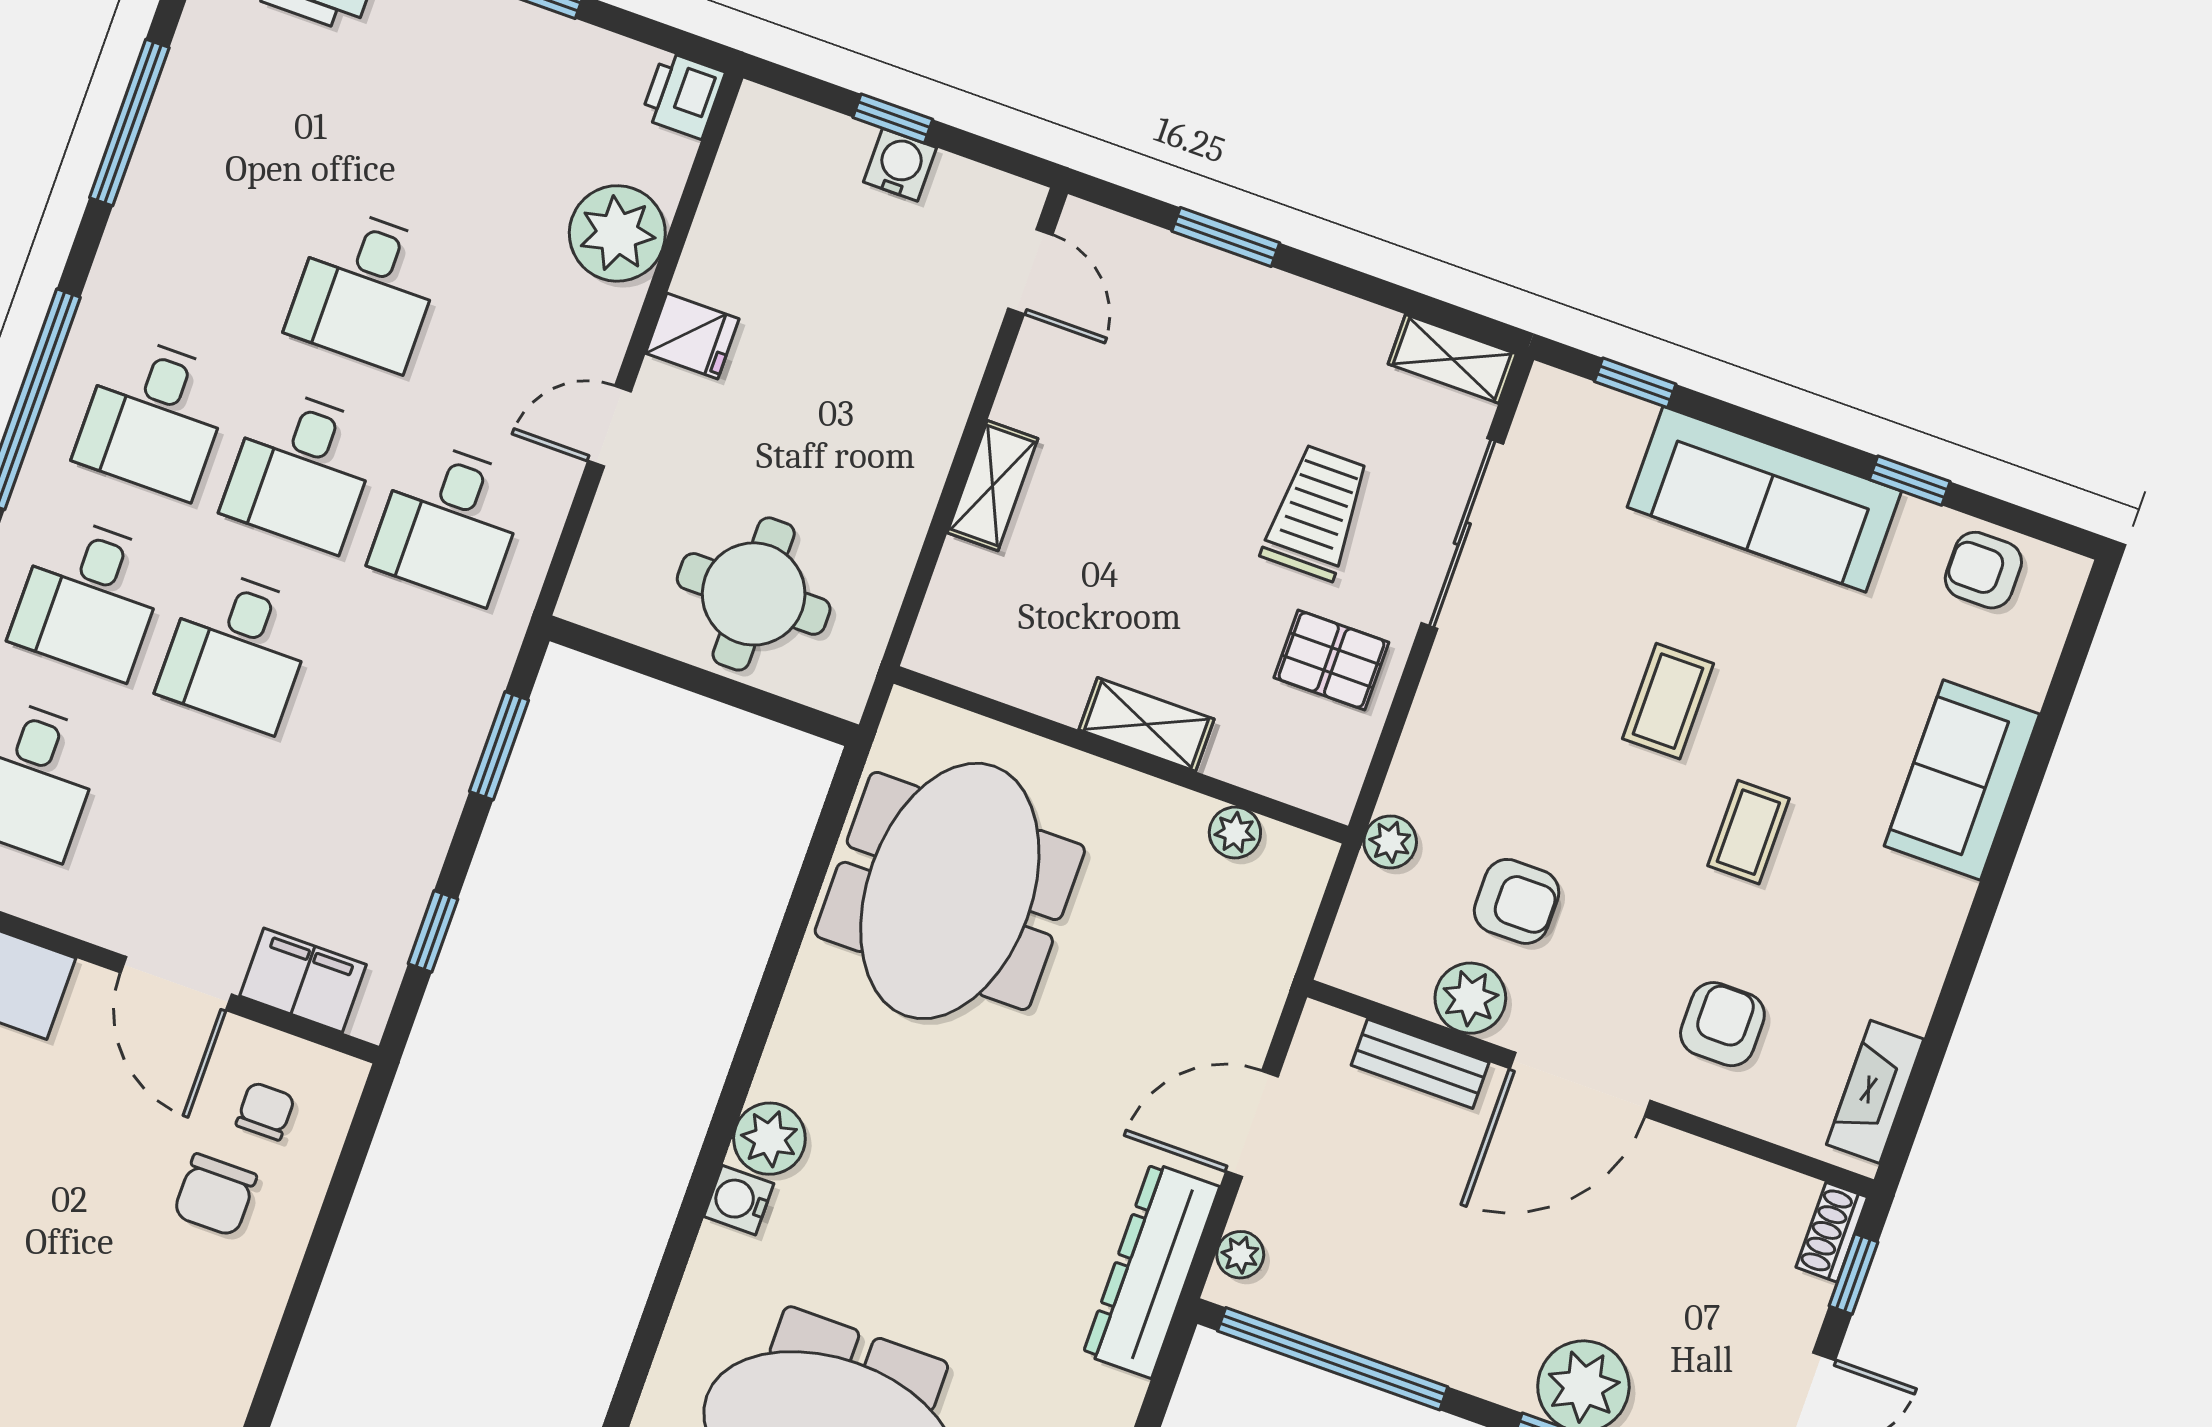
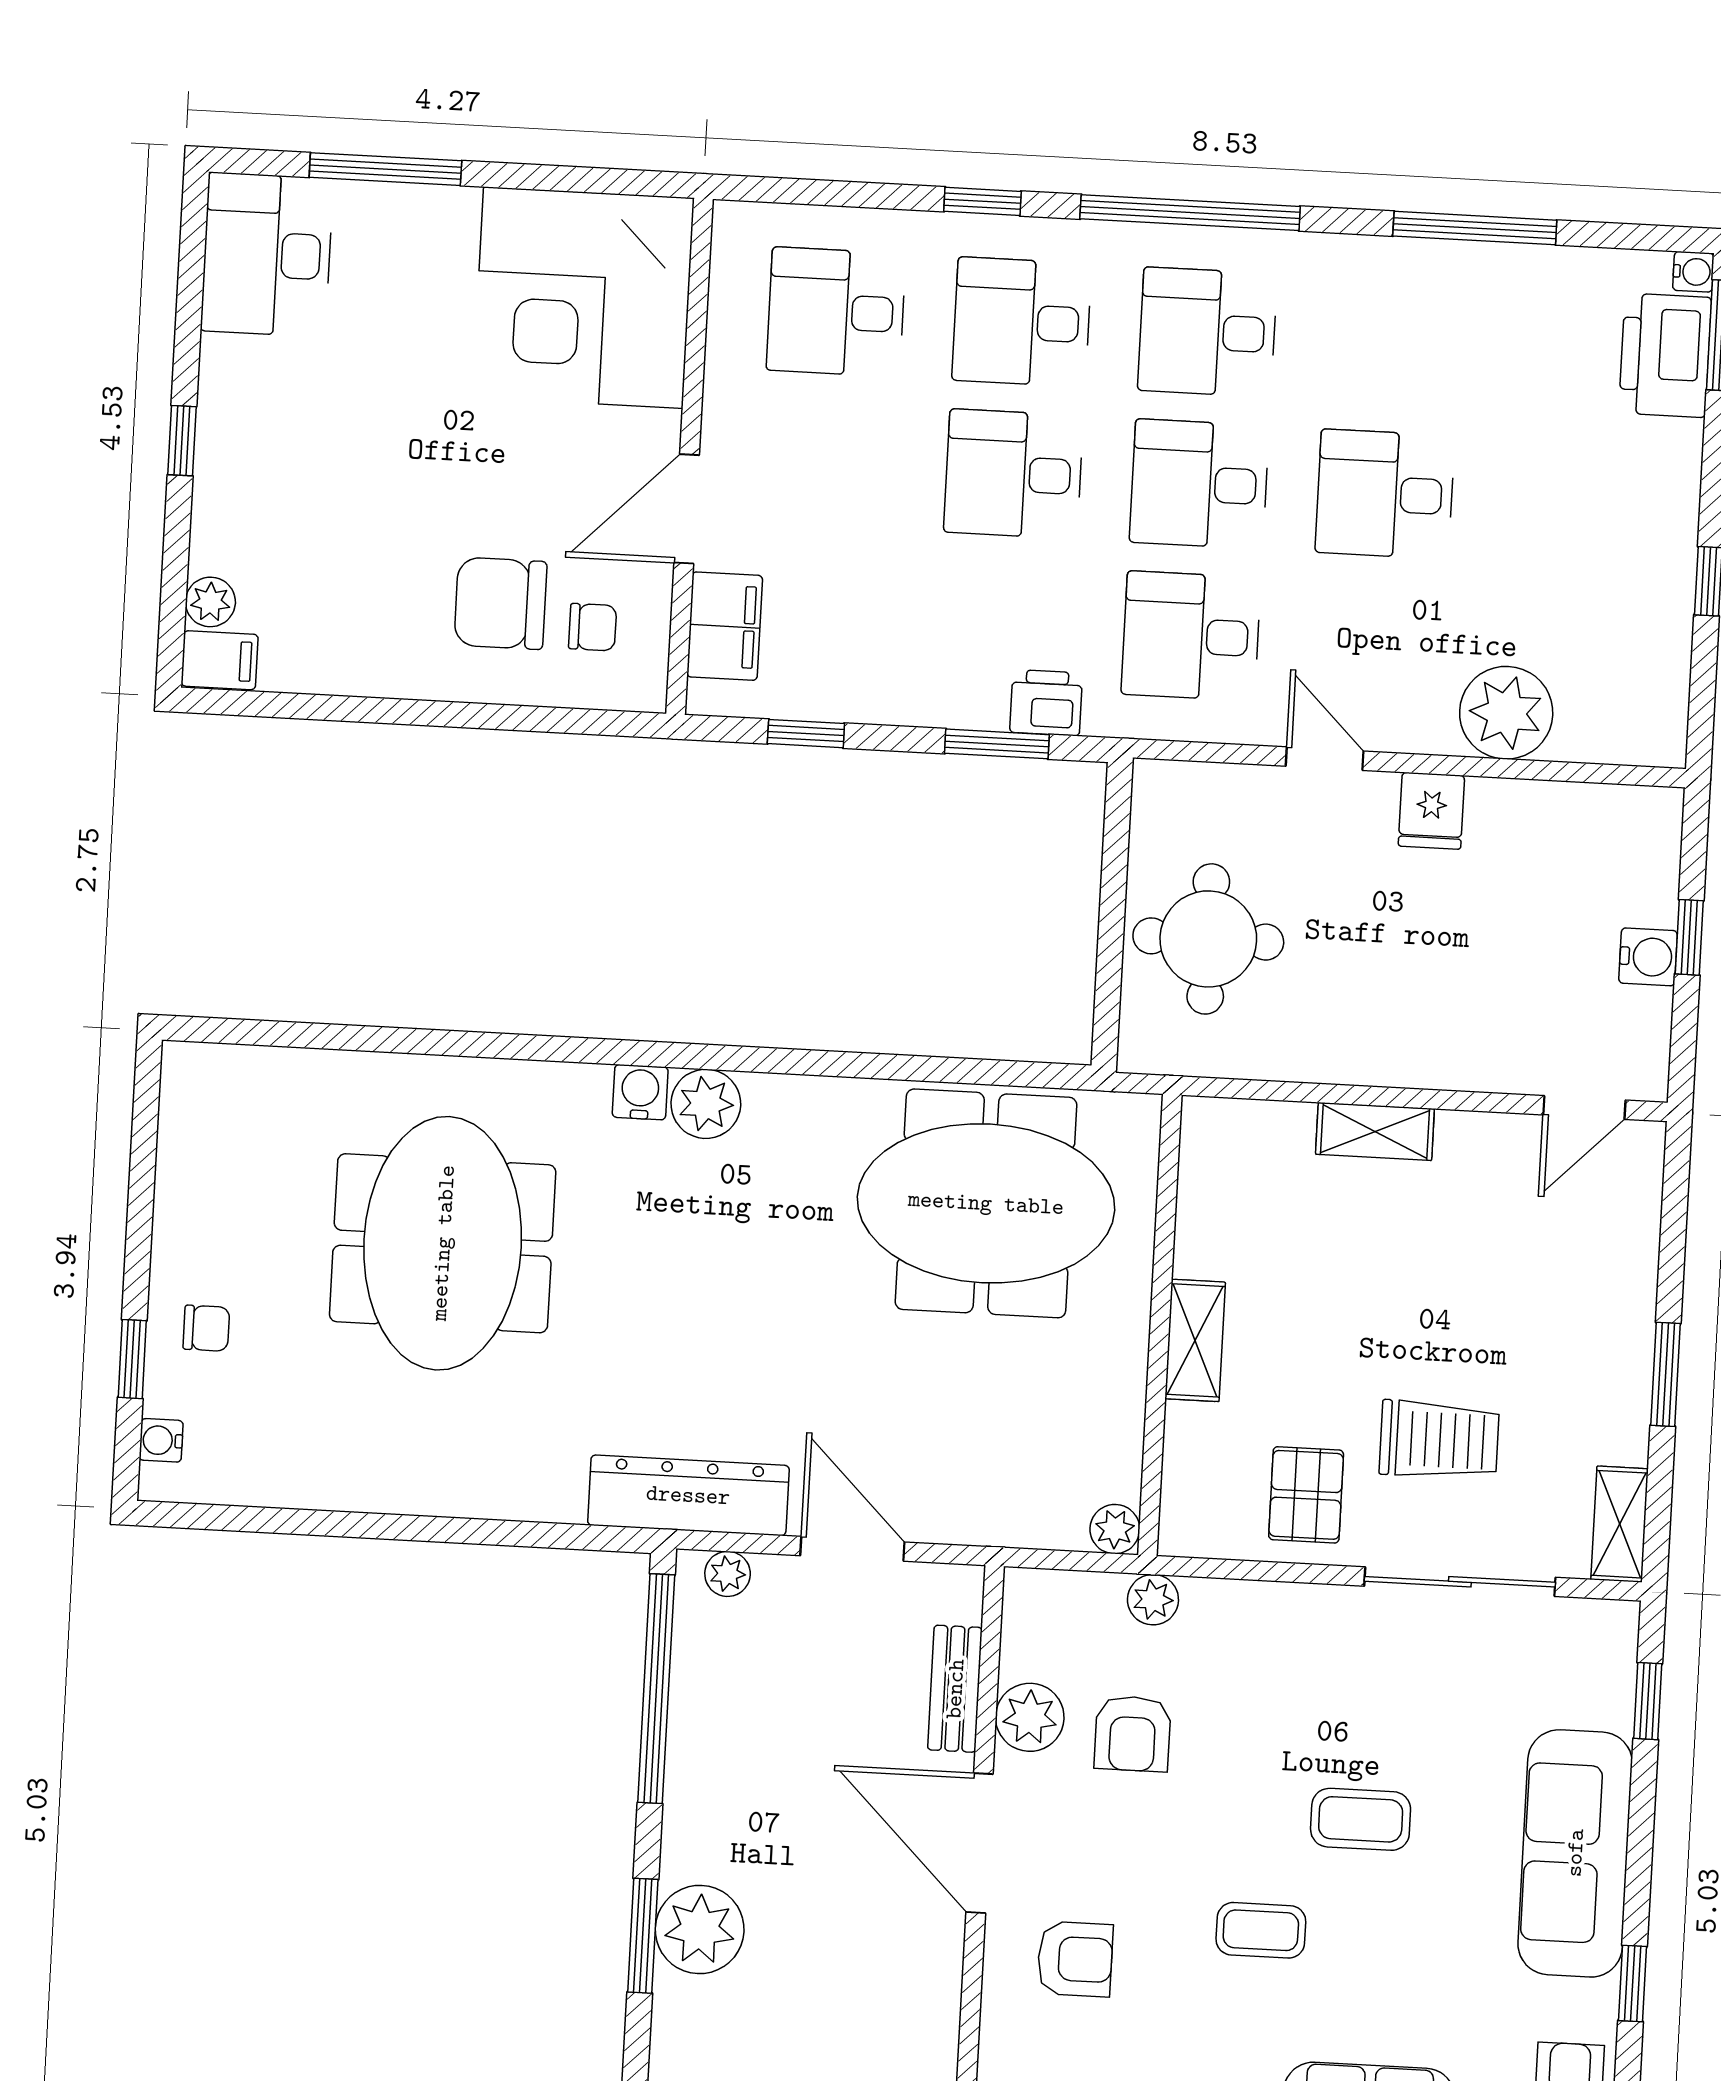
printer: (683, 95) -> (1046, 703), moved
window: (1226, 237) -> (1665, 1374), moved
plant: (1235, 832) -> (1115, 1529), moved
chair: (215, 1195) -> (500, 603), width x1.37, depth x1.37

